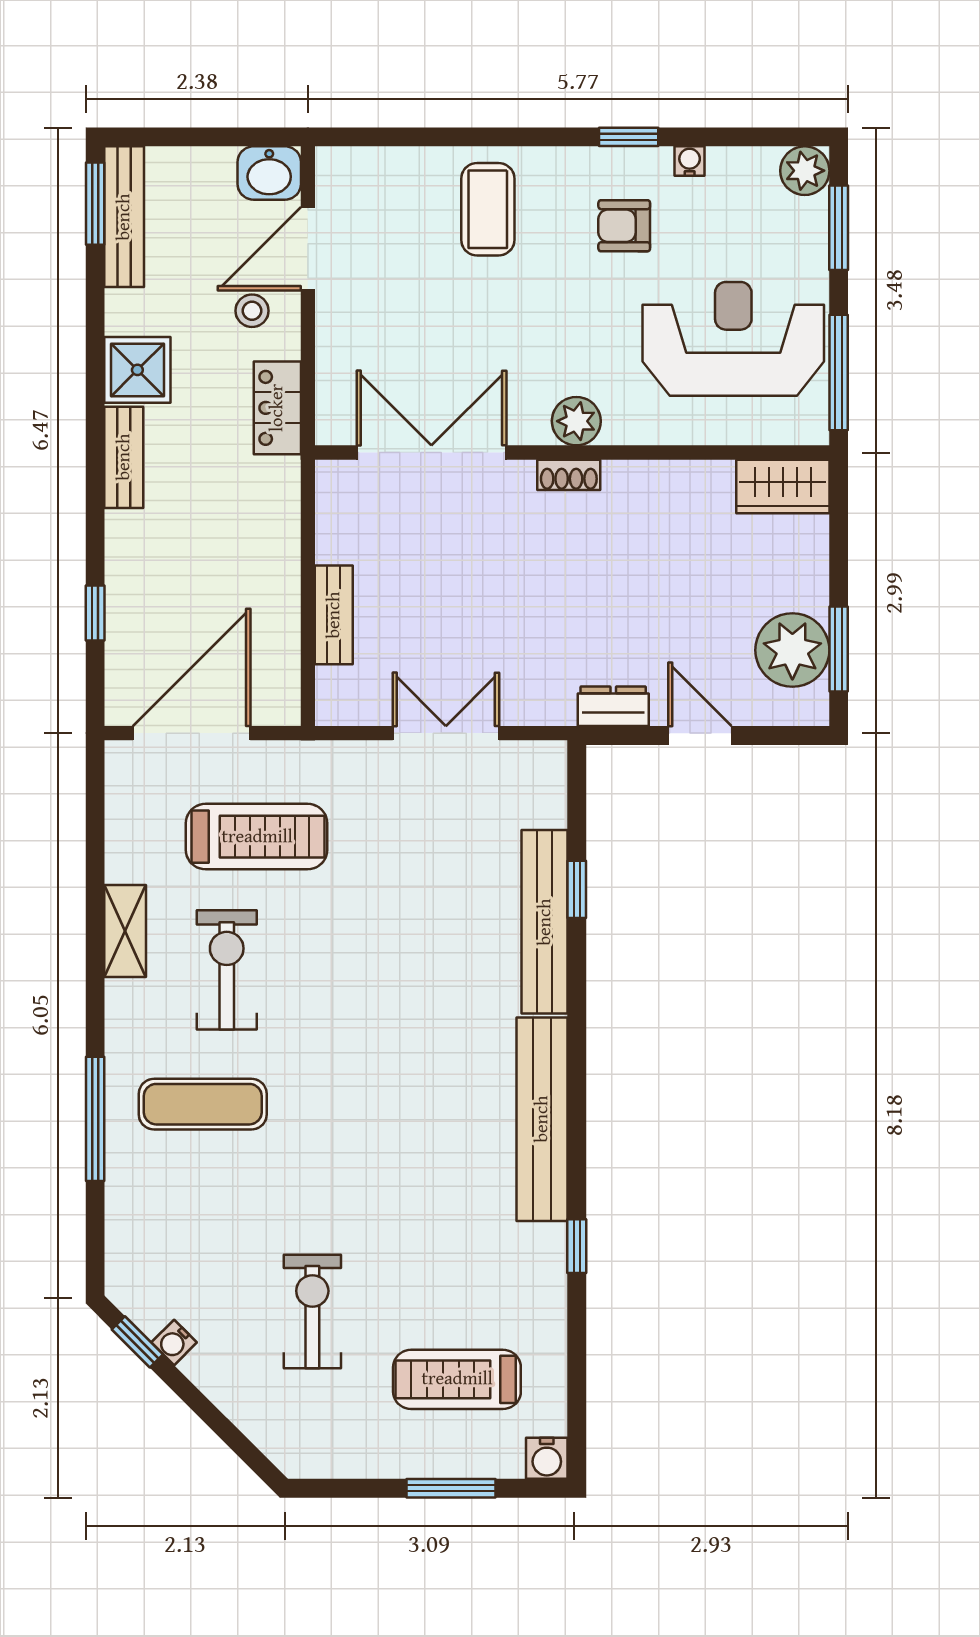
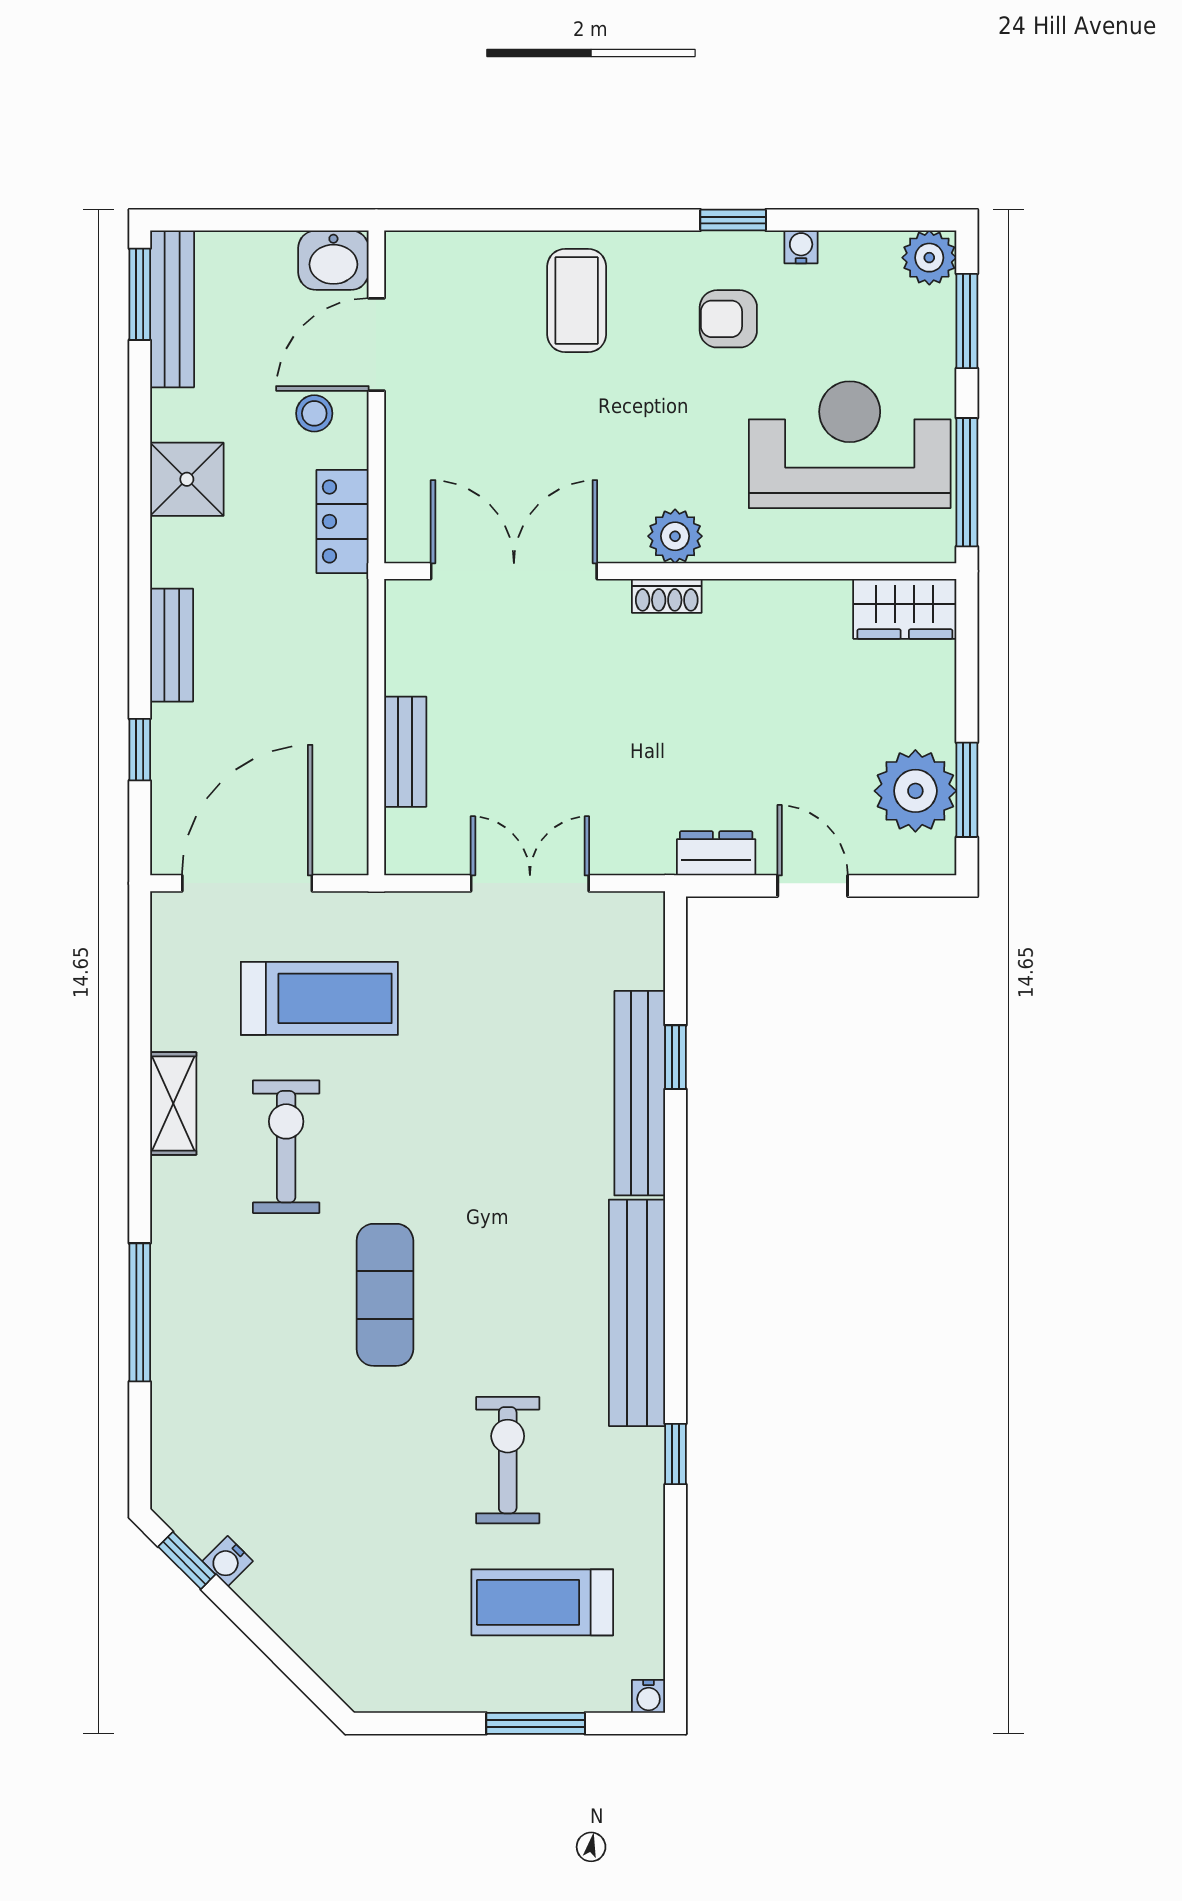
bench: (124, 457) -> (172, 645), moved
exercise mat: (203, 1104) -> (385, 1295), moved, turned 90
exercise bike: (312, 1311) -> (508, 1460), moved
water cooler: (547, 1458) -> (649, 1696), width x0.72, depth x0.72

